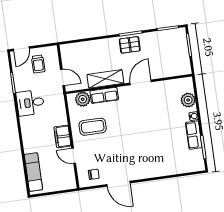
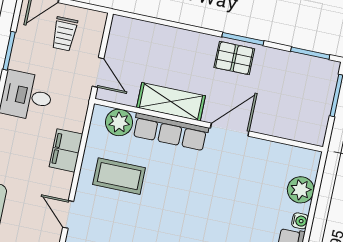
row of seats: (104, 95) -> (170, 132), width x1.48
filing cabinet: (62, 137) -> (66, 150), moved

